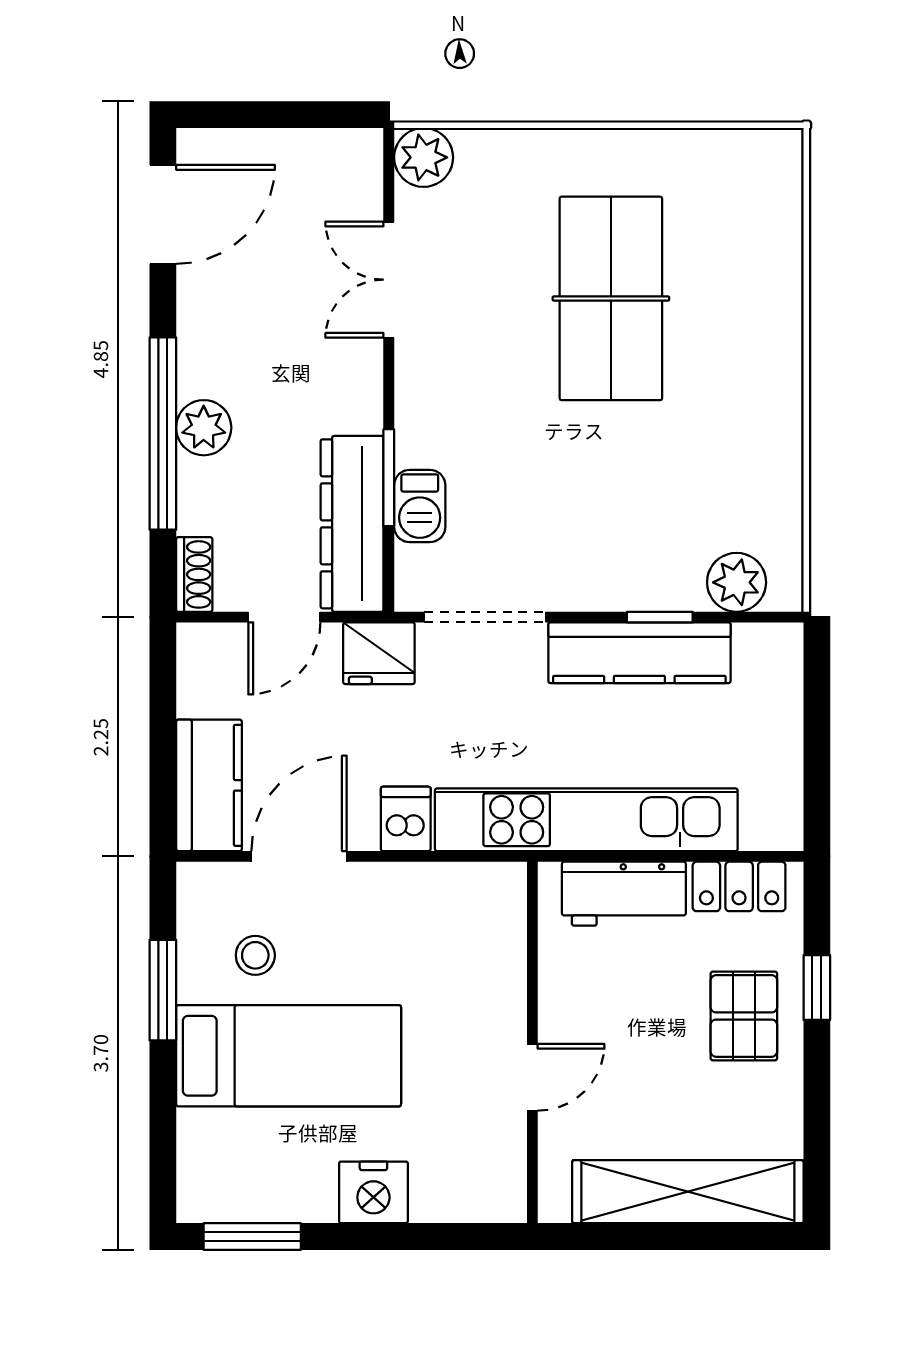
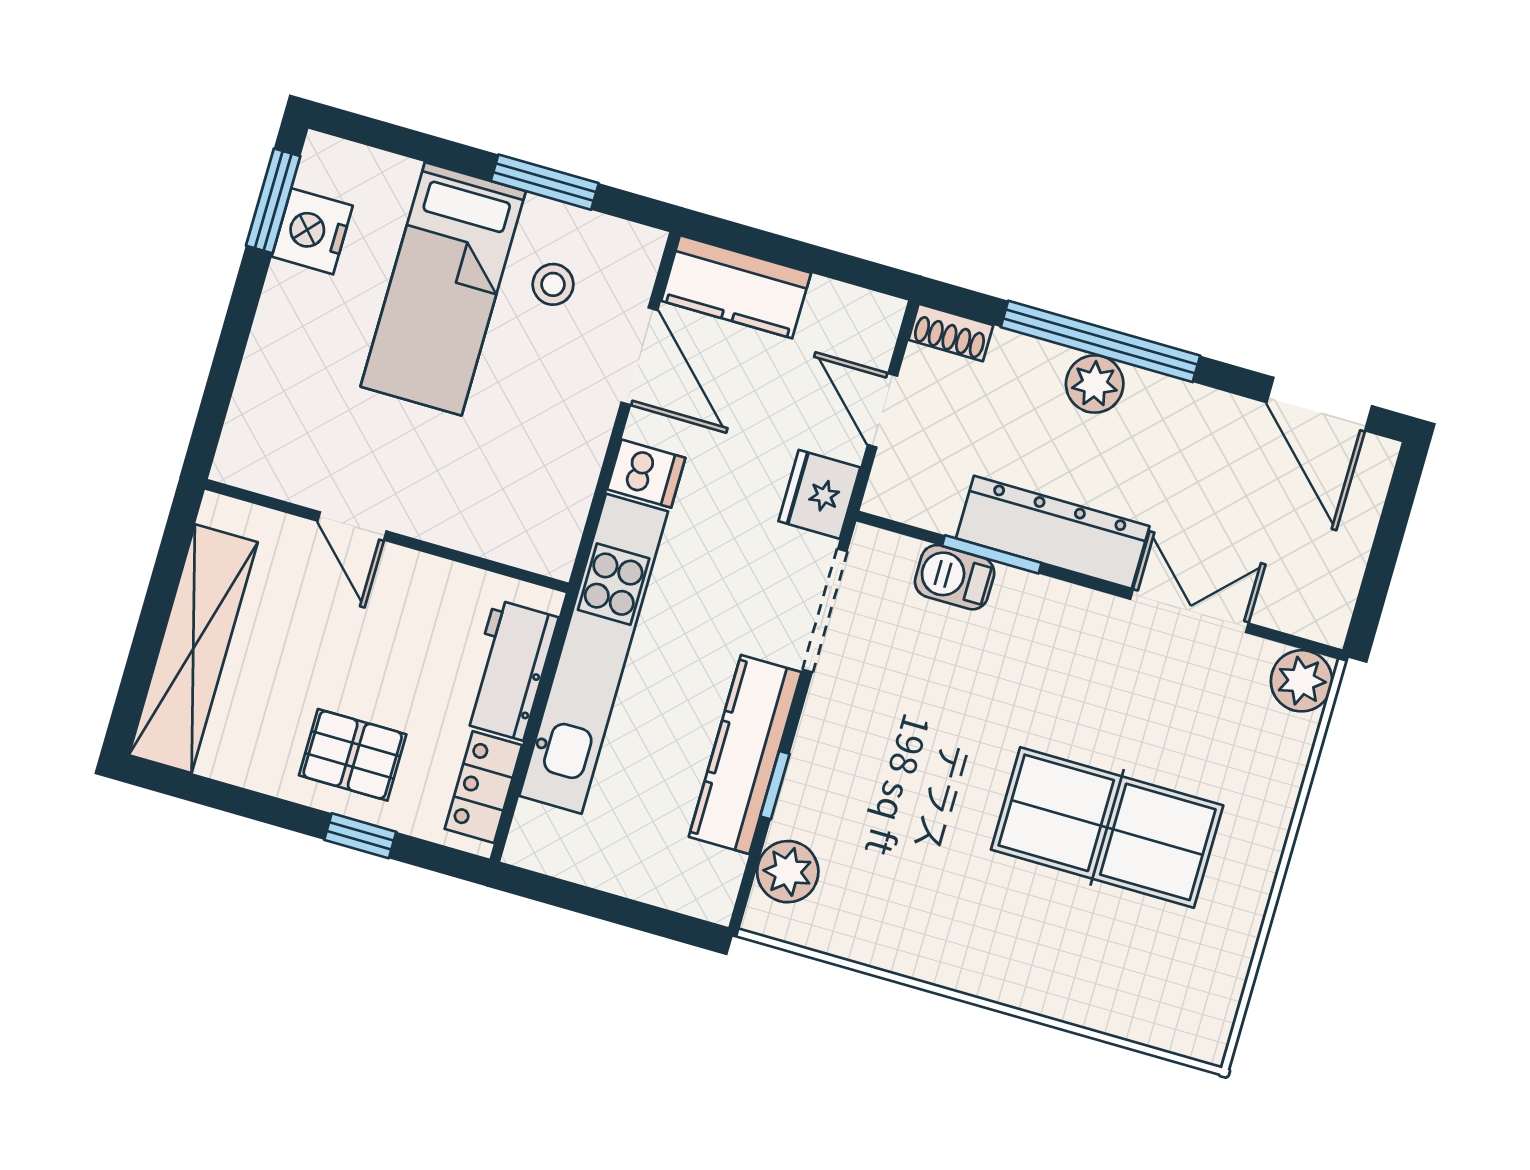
dresser: (352, 524) -> (1053, 532), moved
nightstand: (373, 1192) -> (312, 231), moved

